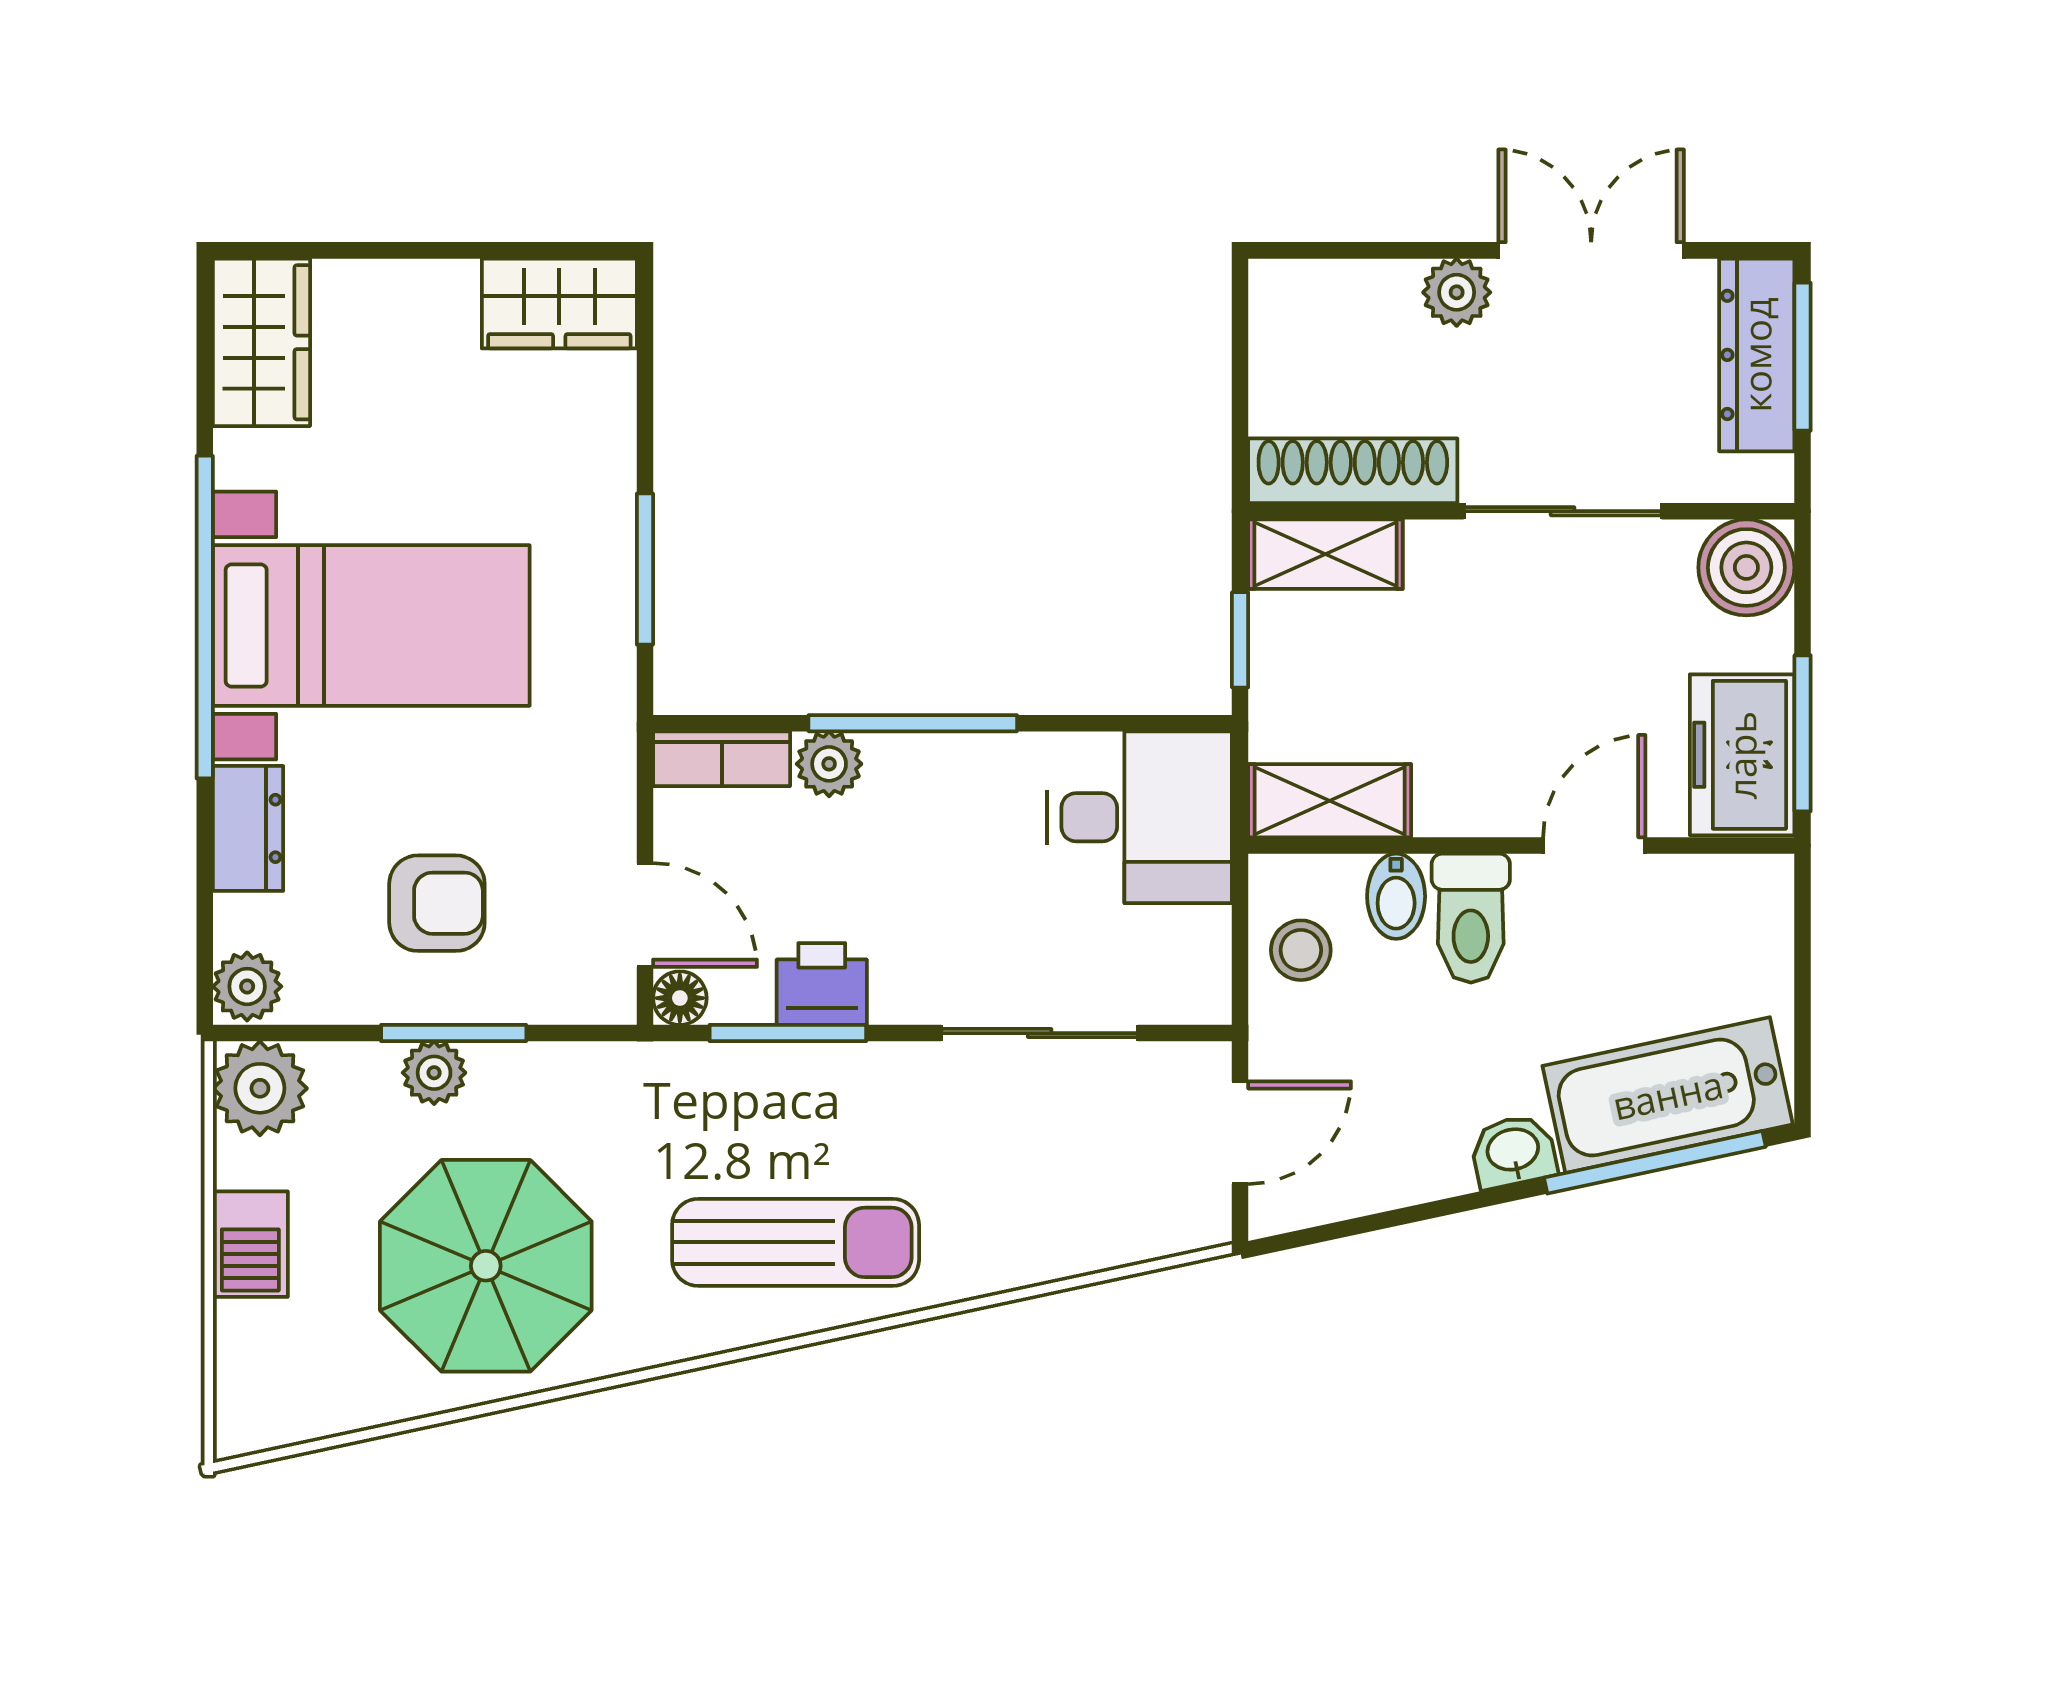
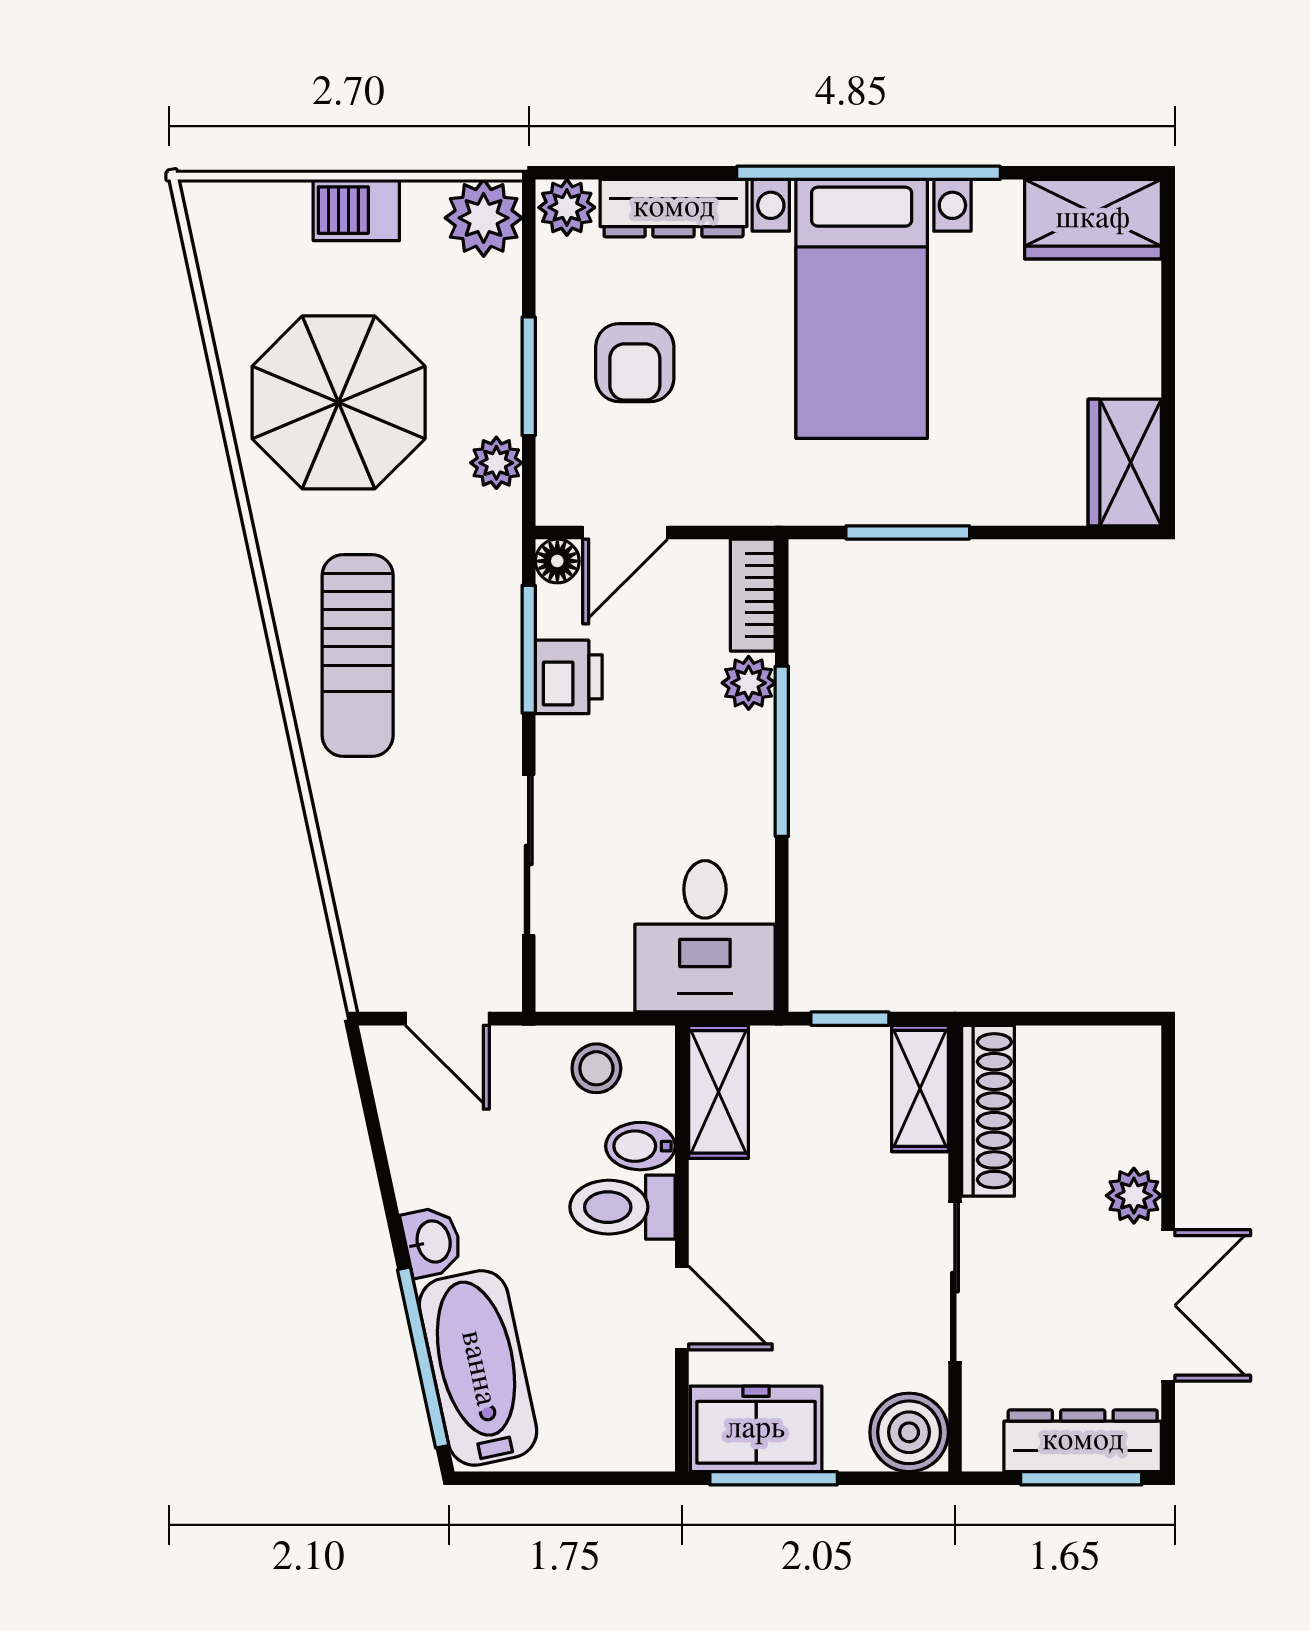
dresser: (248, 828) -> (674, 208), width x1.44
plant: (434, 1073) -> (496, 463), moved

